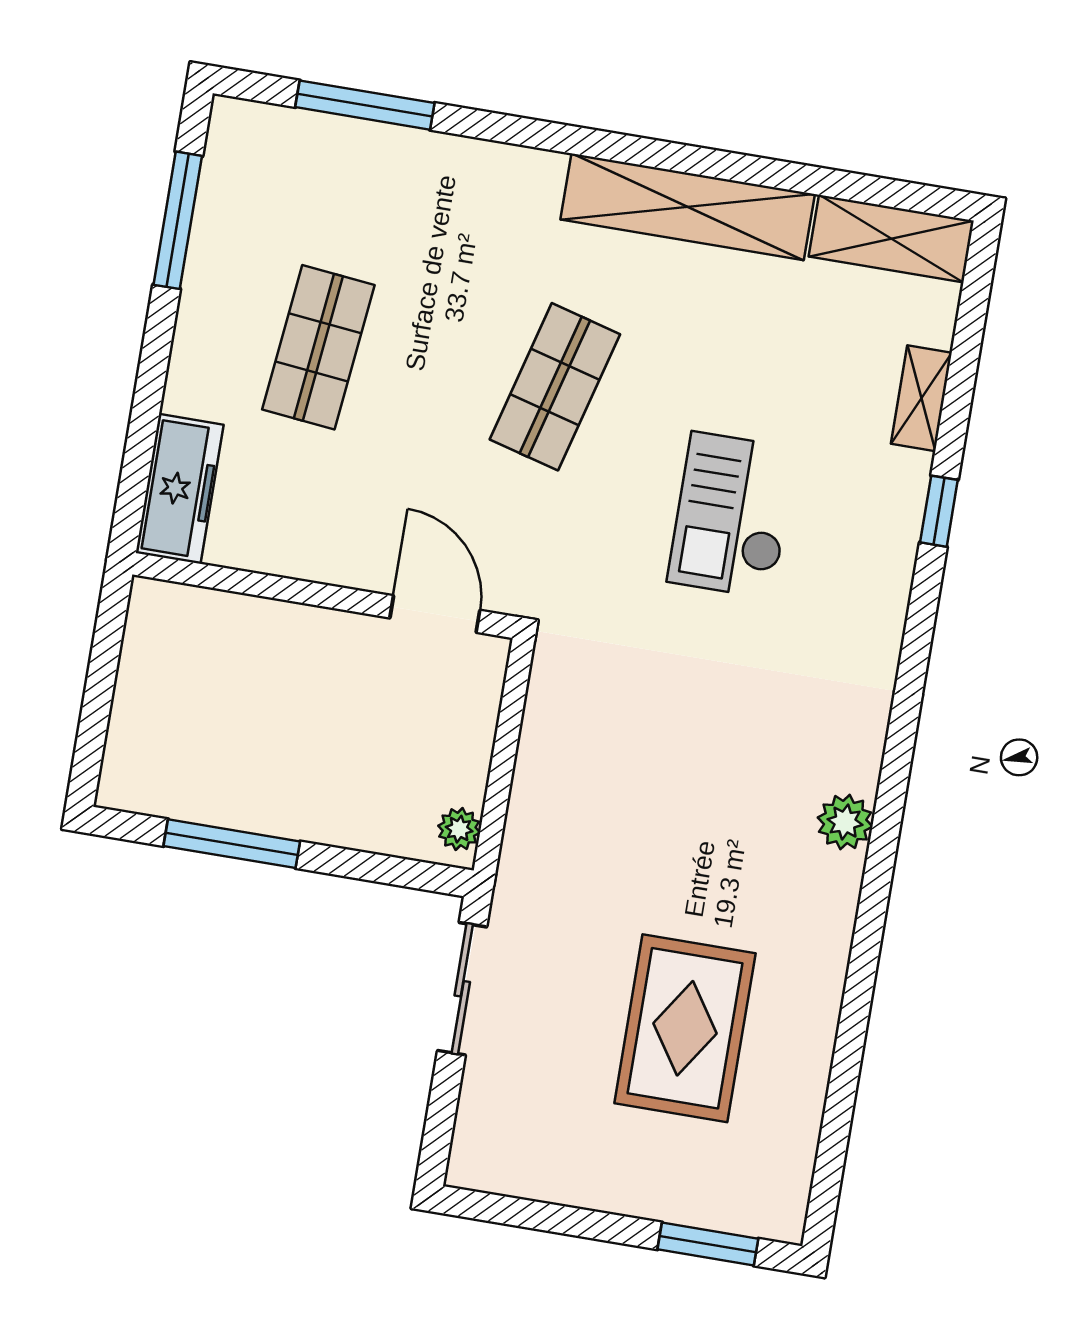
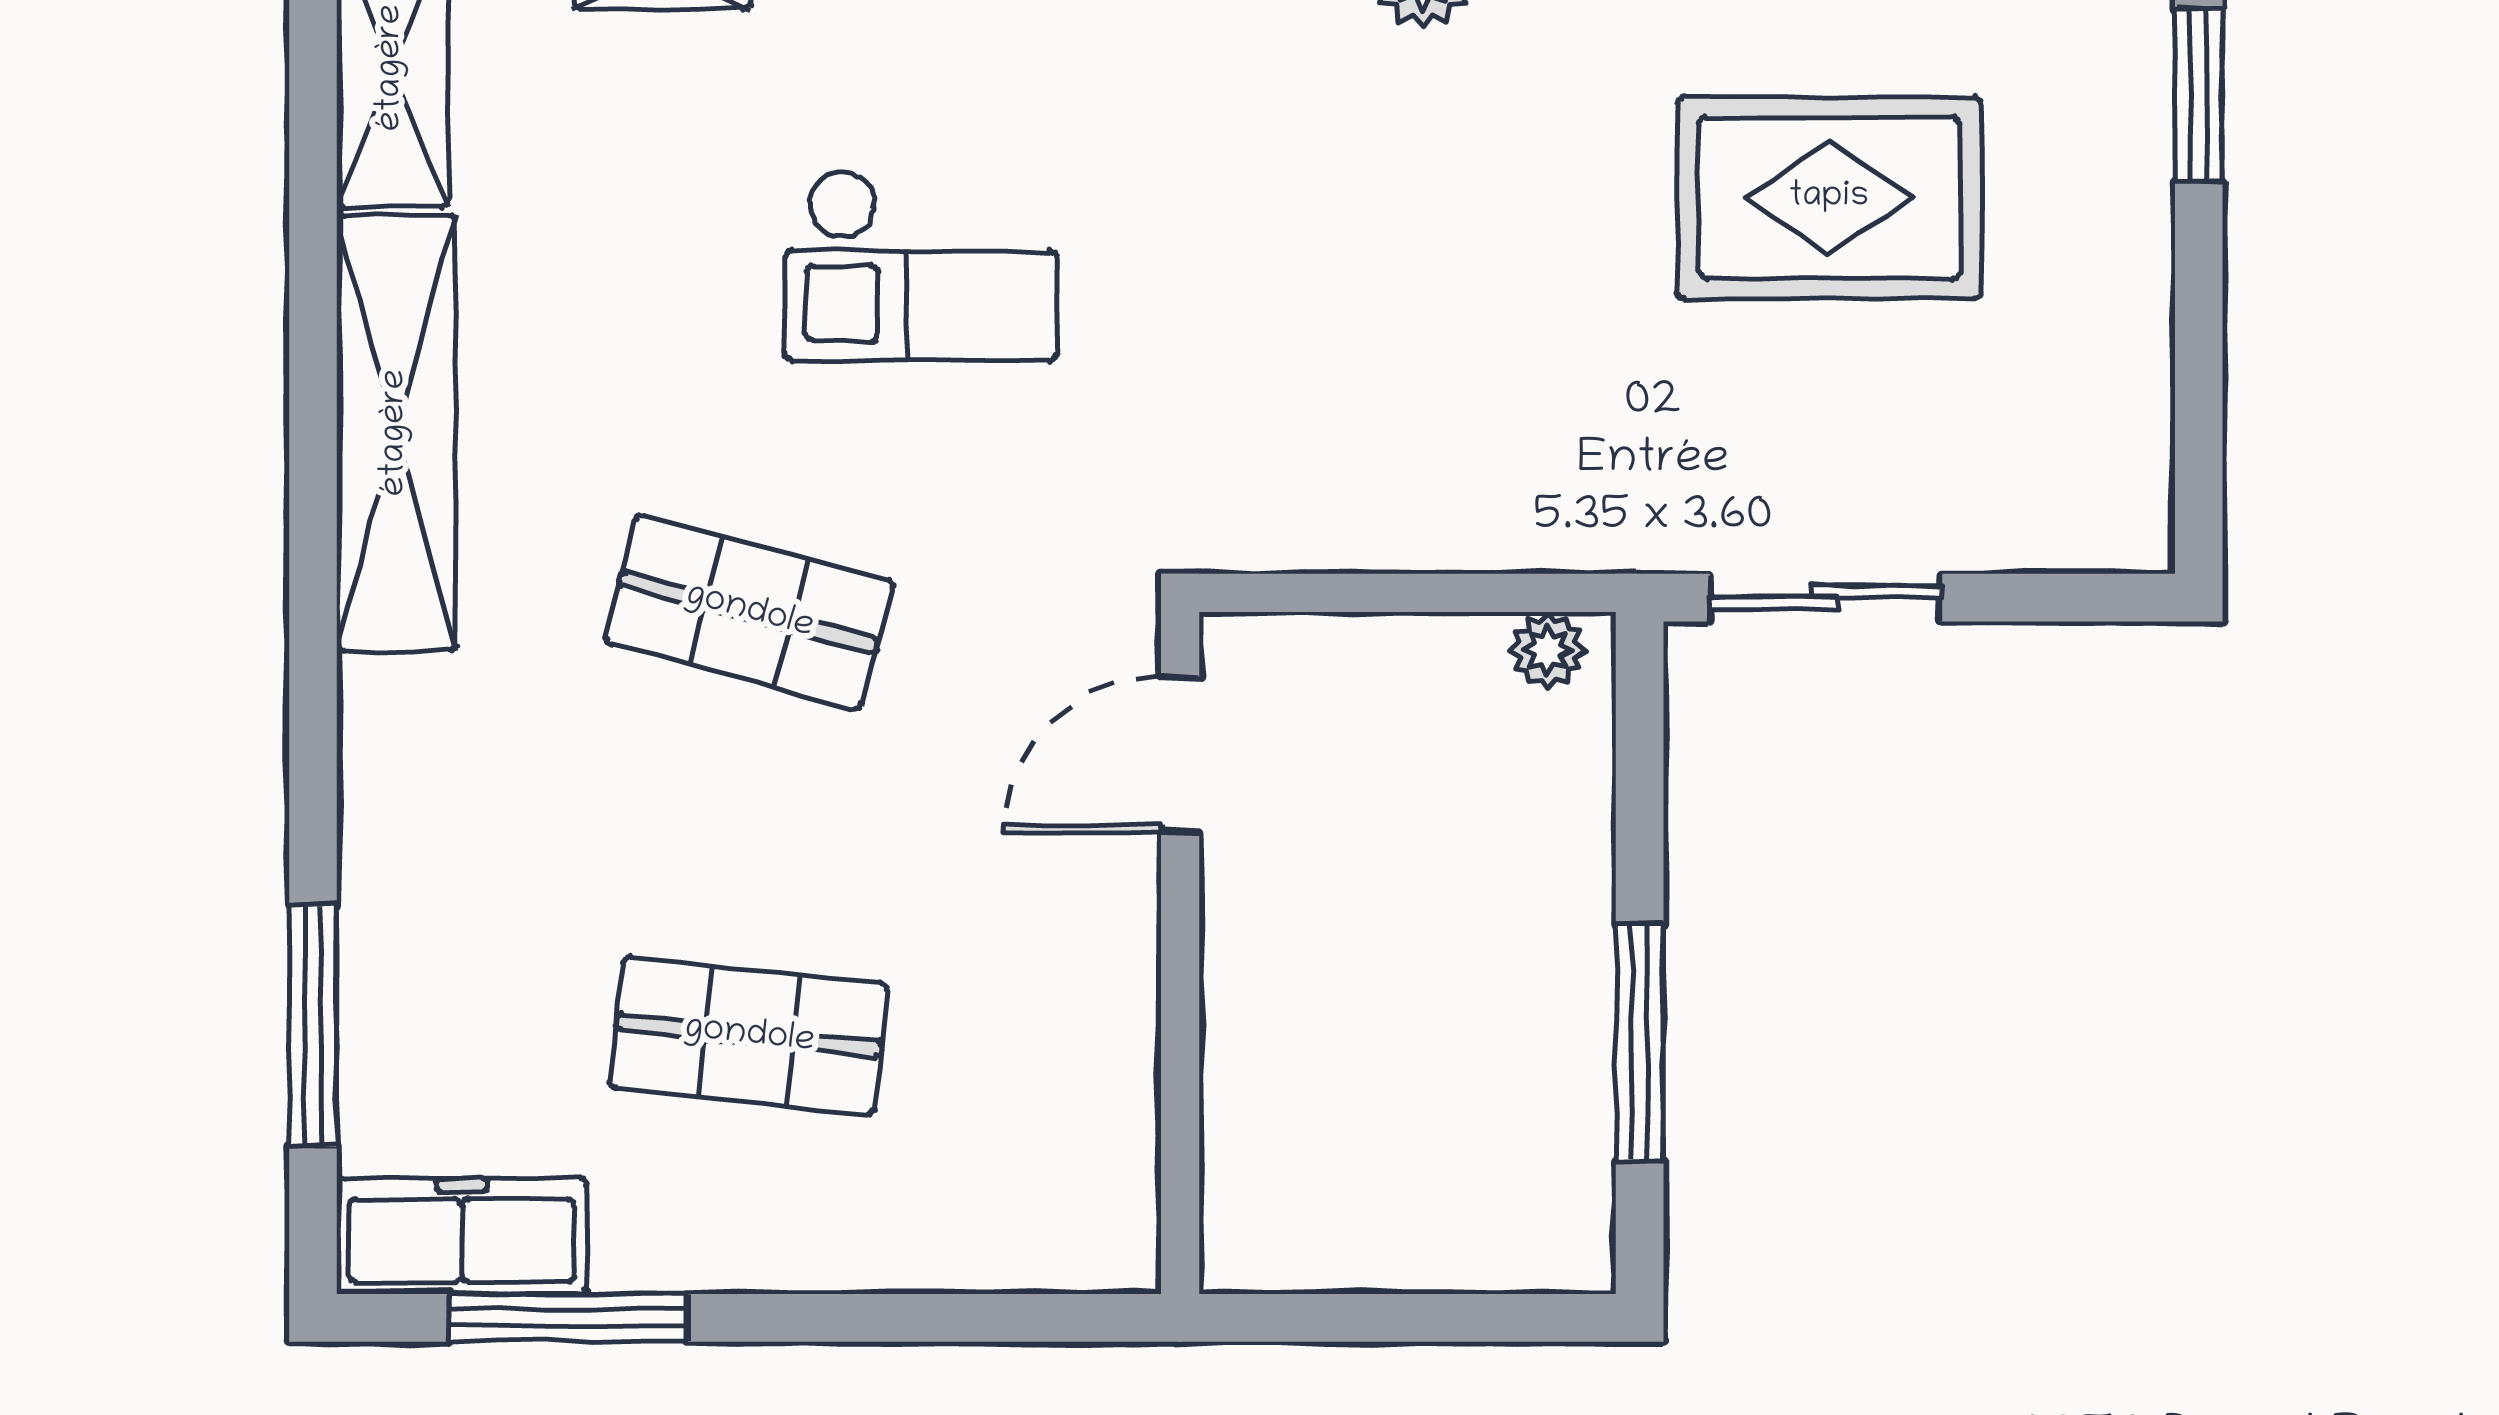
freezer: (180, 489) -> (462, 1236), moved

